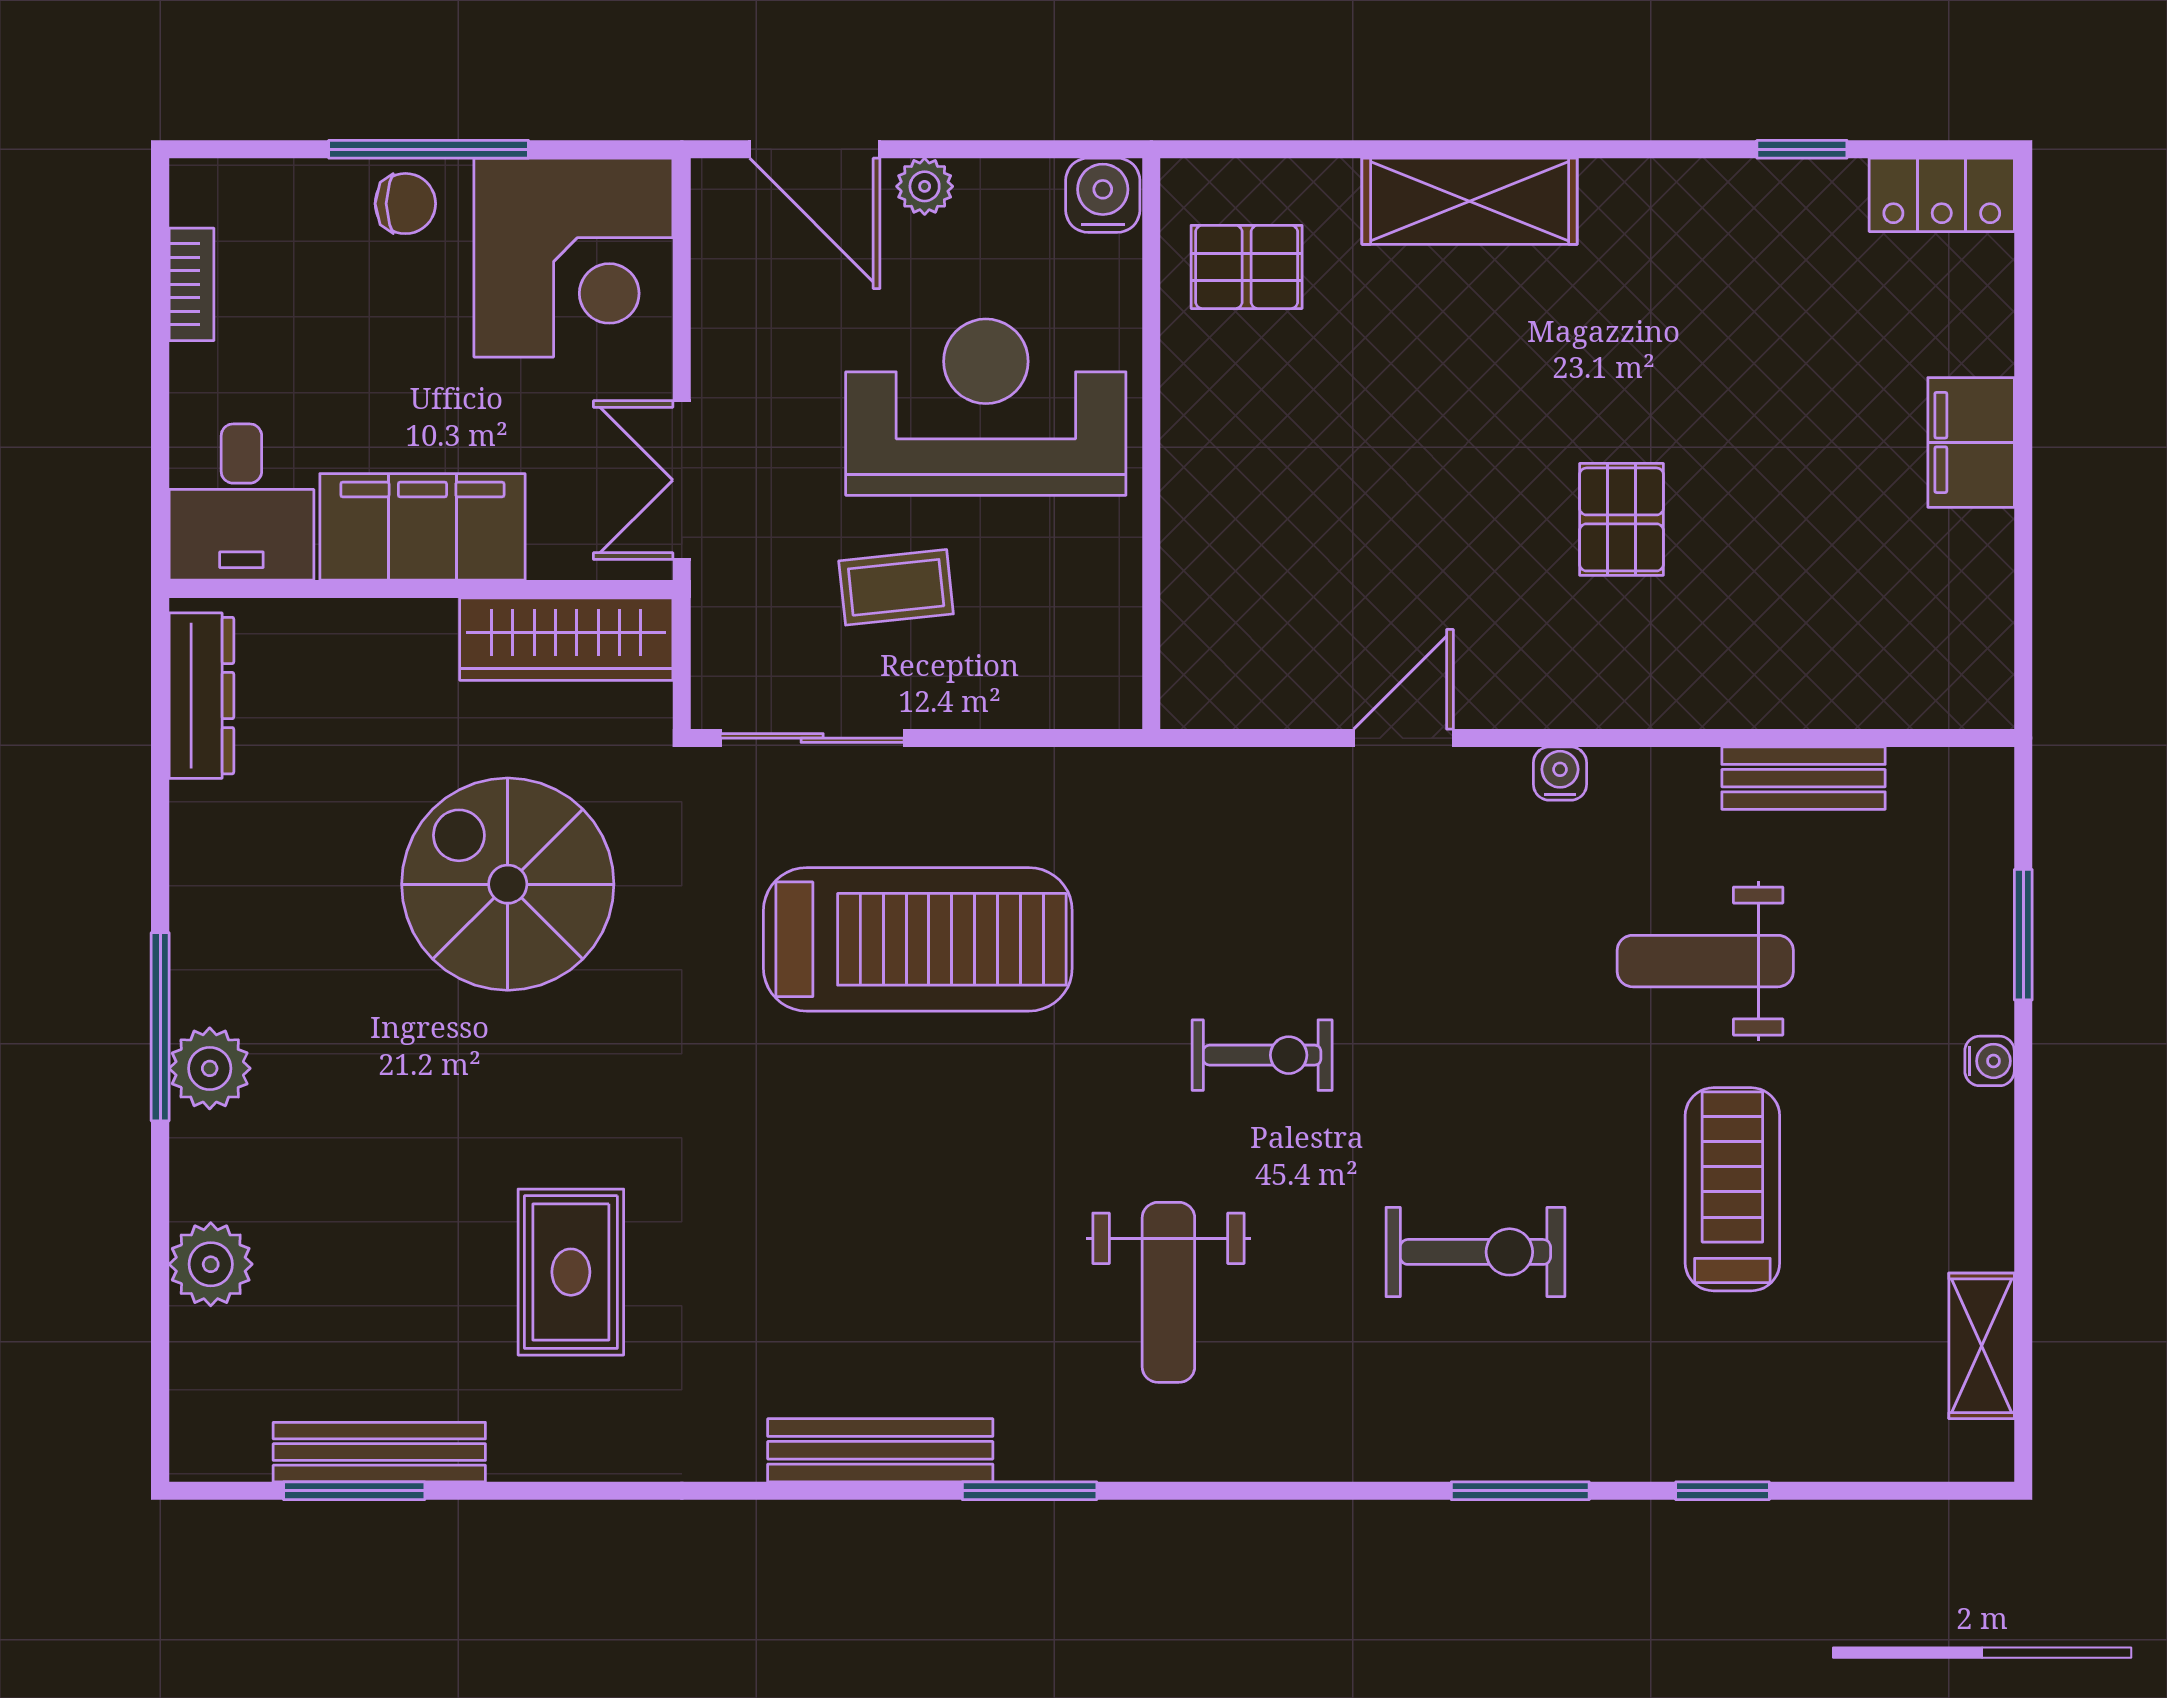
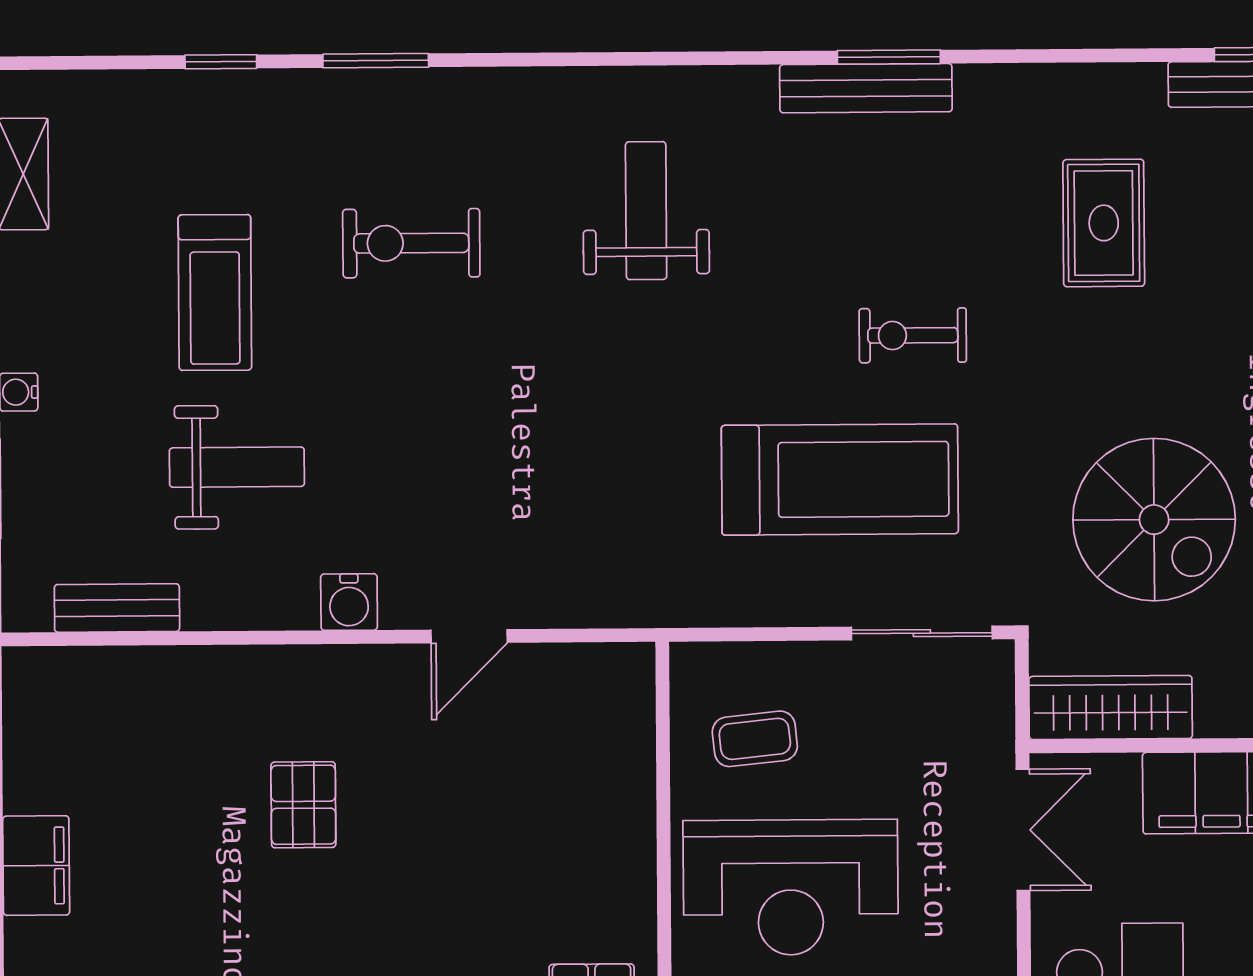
coffee table: (896, 587) -> (755, 739), moved
water cooler: (1560, 774) -> (349, 602), width x1.38, depth x1.38
bench: (1803, 778) -> (117, 608), moved
treadmill: (918, 939) -> (840, 480), turned 180
exercise bike: (1262, 1055) -> (913, 335), moved
window: (1030, 1491) -> (889, 57), moved

